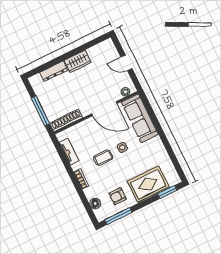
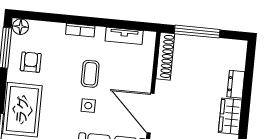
dresser: (54, 71) -> (236, 84), width x0.70
door: (104, 109) -> (151, 113), hinge flipped
floor lamp: (95, 204) -> (21, 27), moved

